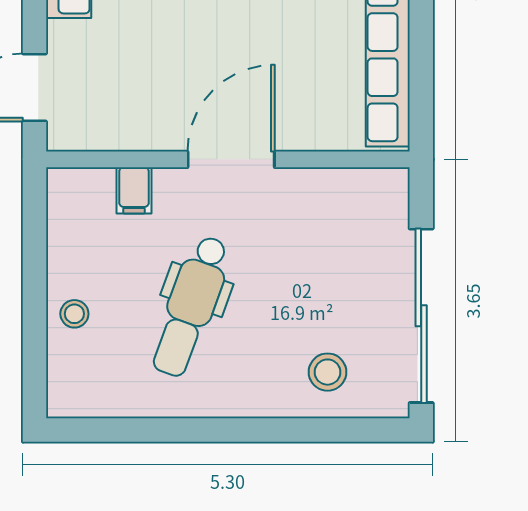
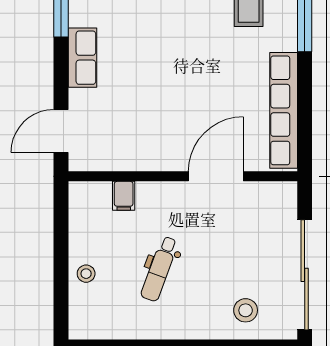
door: (231, 159) -> (216, 176), moved
dental chair: (191, 306) -> (159, 269), width x0.73, depth x0.72

